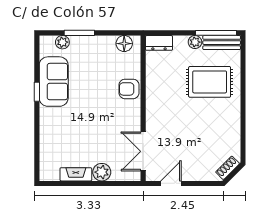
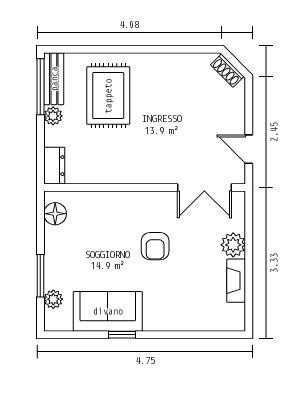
armchair: (129, 89) -> (155, 246), moved

